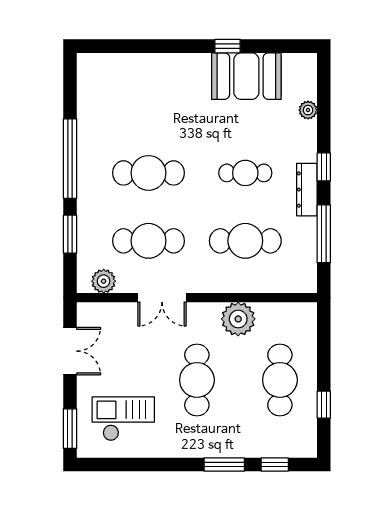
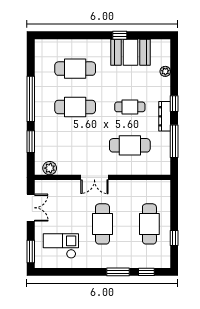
cafe table: (149, 241) -> (75, 69), moved
double door: (162, 298) -> (94, 177), moved
plant: (238, 319) -> (126, 190), removed

